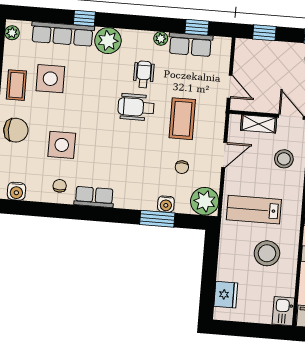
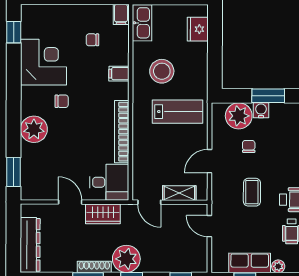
coffee table: (182, 119) -> (252, 192), width x0.73, depth x0.77
stool: (284, 159) -> (153, 162), removed
plant: (205, 201) -> (239, 116), moved
kitchen sink: (283, 311) -> (142, 23), width x1.38

